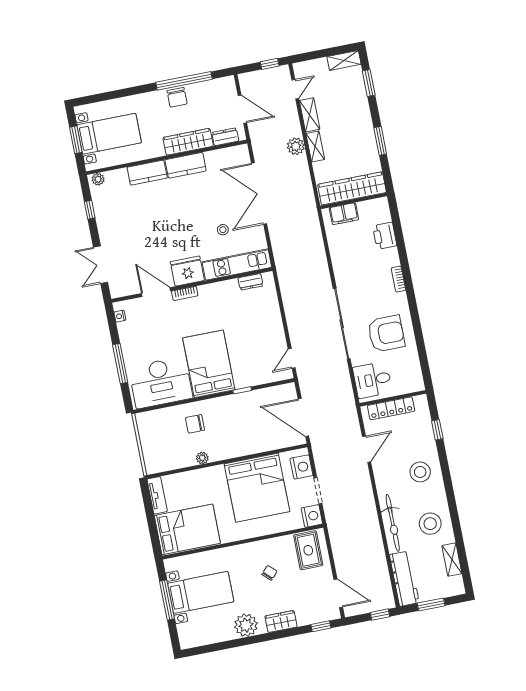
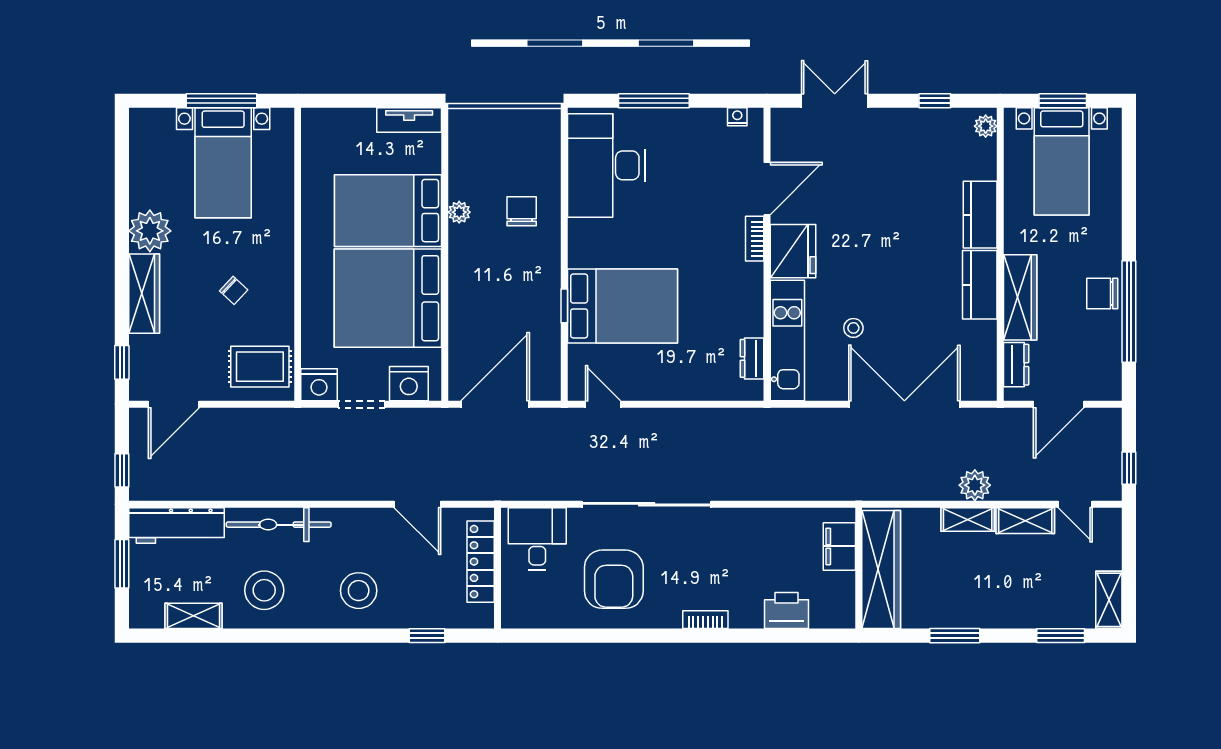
bed: (209, 364) -> (622, 306), moved
bed: (187, 529) -> (388, 211), moved, turned 90
wardrobe: (281, 621) -> (144, 294), width x1.50

